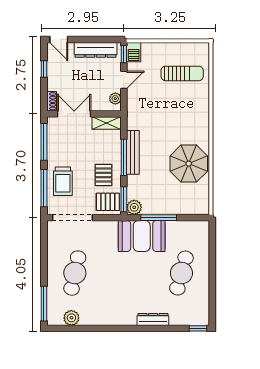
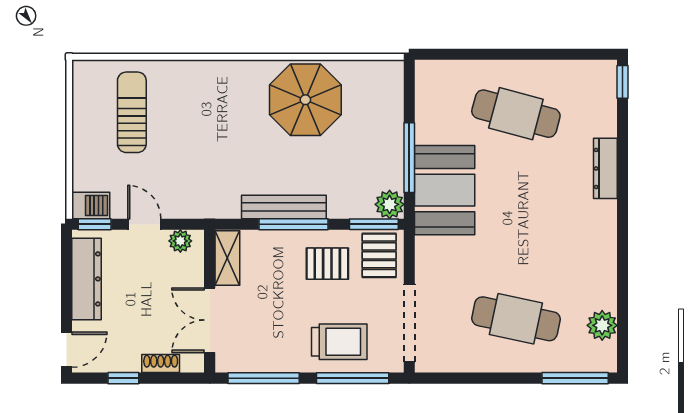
shoe rack: (52, 101) -> (161, 364), moved

